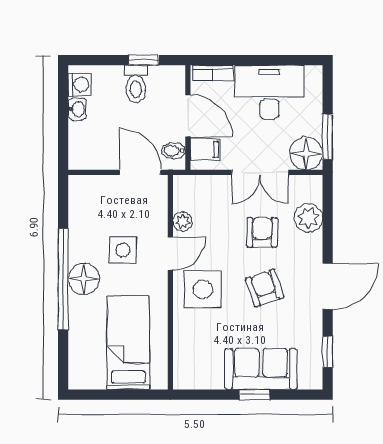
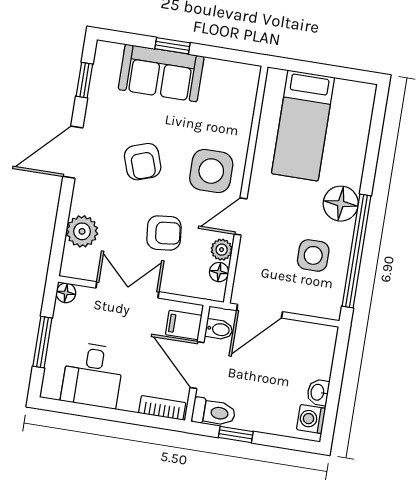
toilet: (136, 84) -> (214, 412), moved, turned 90
desk: (269, 92) -> (93, 375), width x0.73
window: (328, 137) -> (42, 342), moved
floor lamp: (306, 153) -> (66, 293), width x0.53, depth x0.53
door: (140, 172) -> (260, 311), hinge flipped
floor lamp: (182, 201) -> (219, 272), added
armchair: (262, 232) -> (164, 233), moved, turned -96
side table: (123, 250) -> (313, 255), moved
window: (63, 279) -> (356, 251), moved

